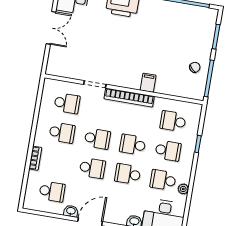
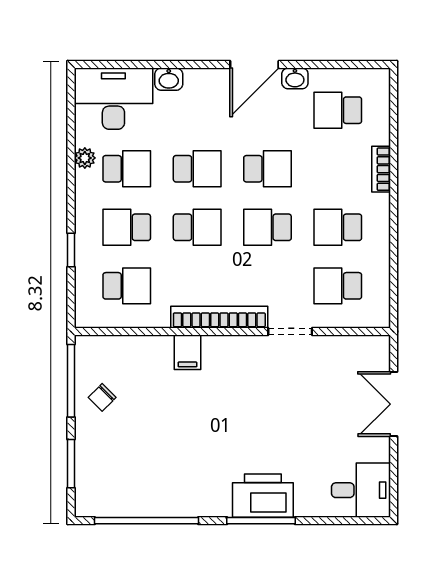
double door: (51, 28) -> (394, 404), moved
school desk: (92, 168) -> (267, 169), turned 180

